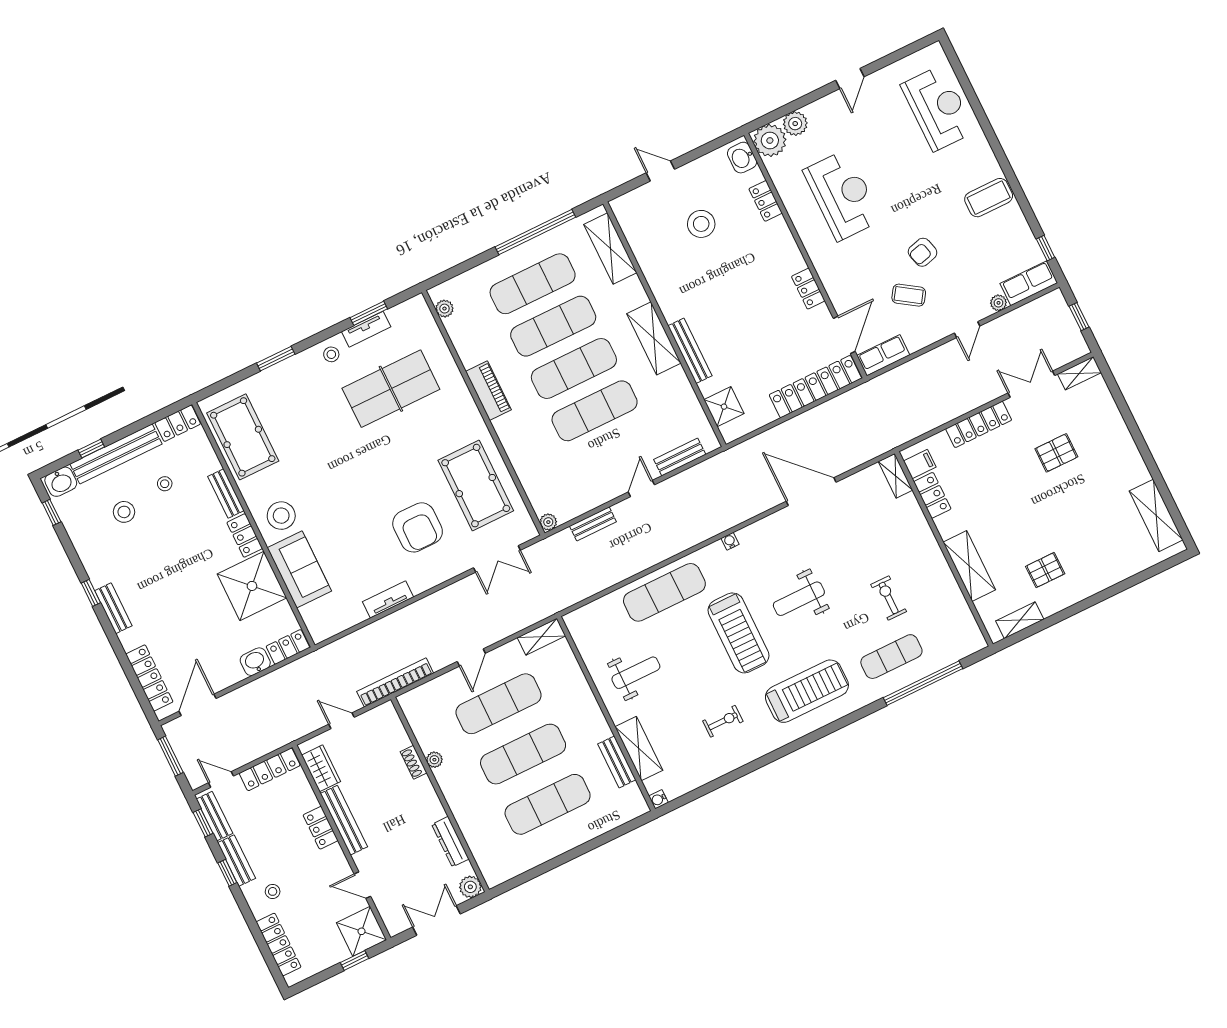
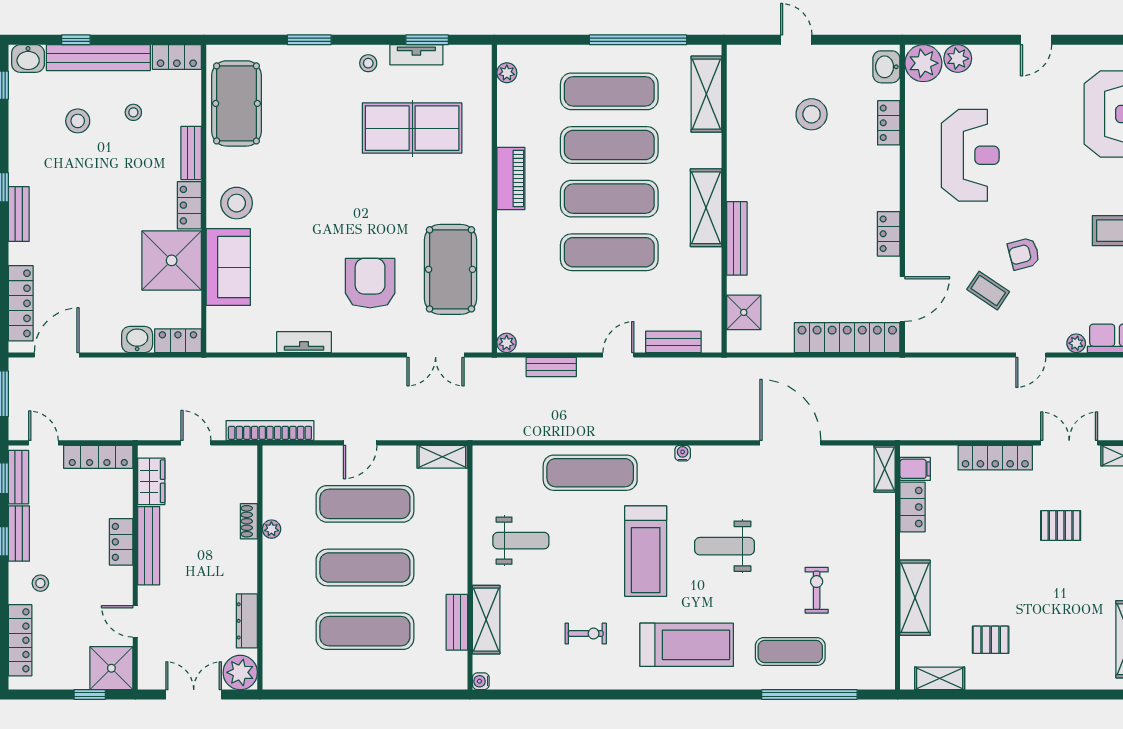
row of seats: (883, 355) -> (932, 339), removed
armchair: (418, 527) -> (370, 283), turned 180
plant: (470, 887) -> (240, 672), width x1.36, depth x1.36

